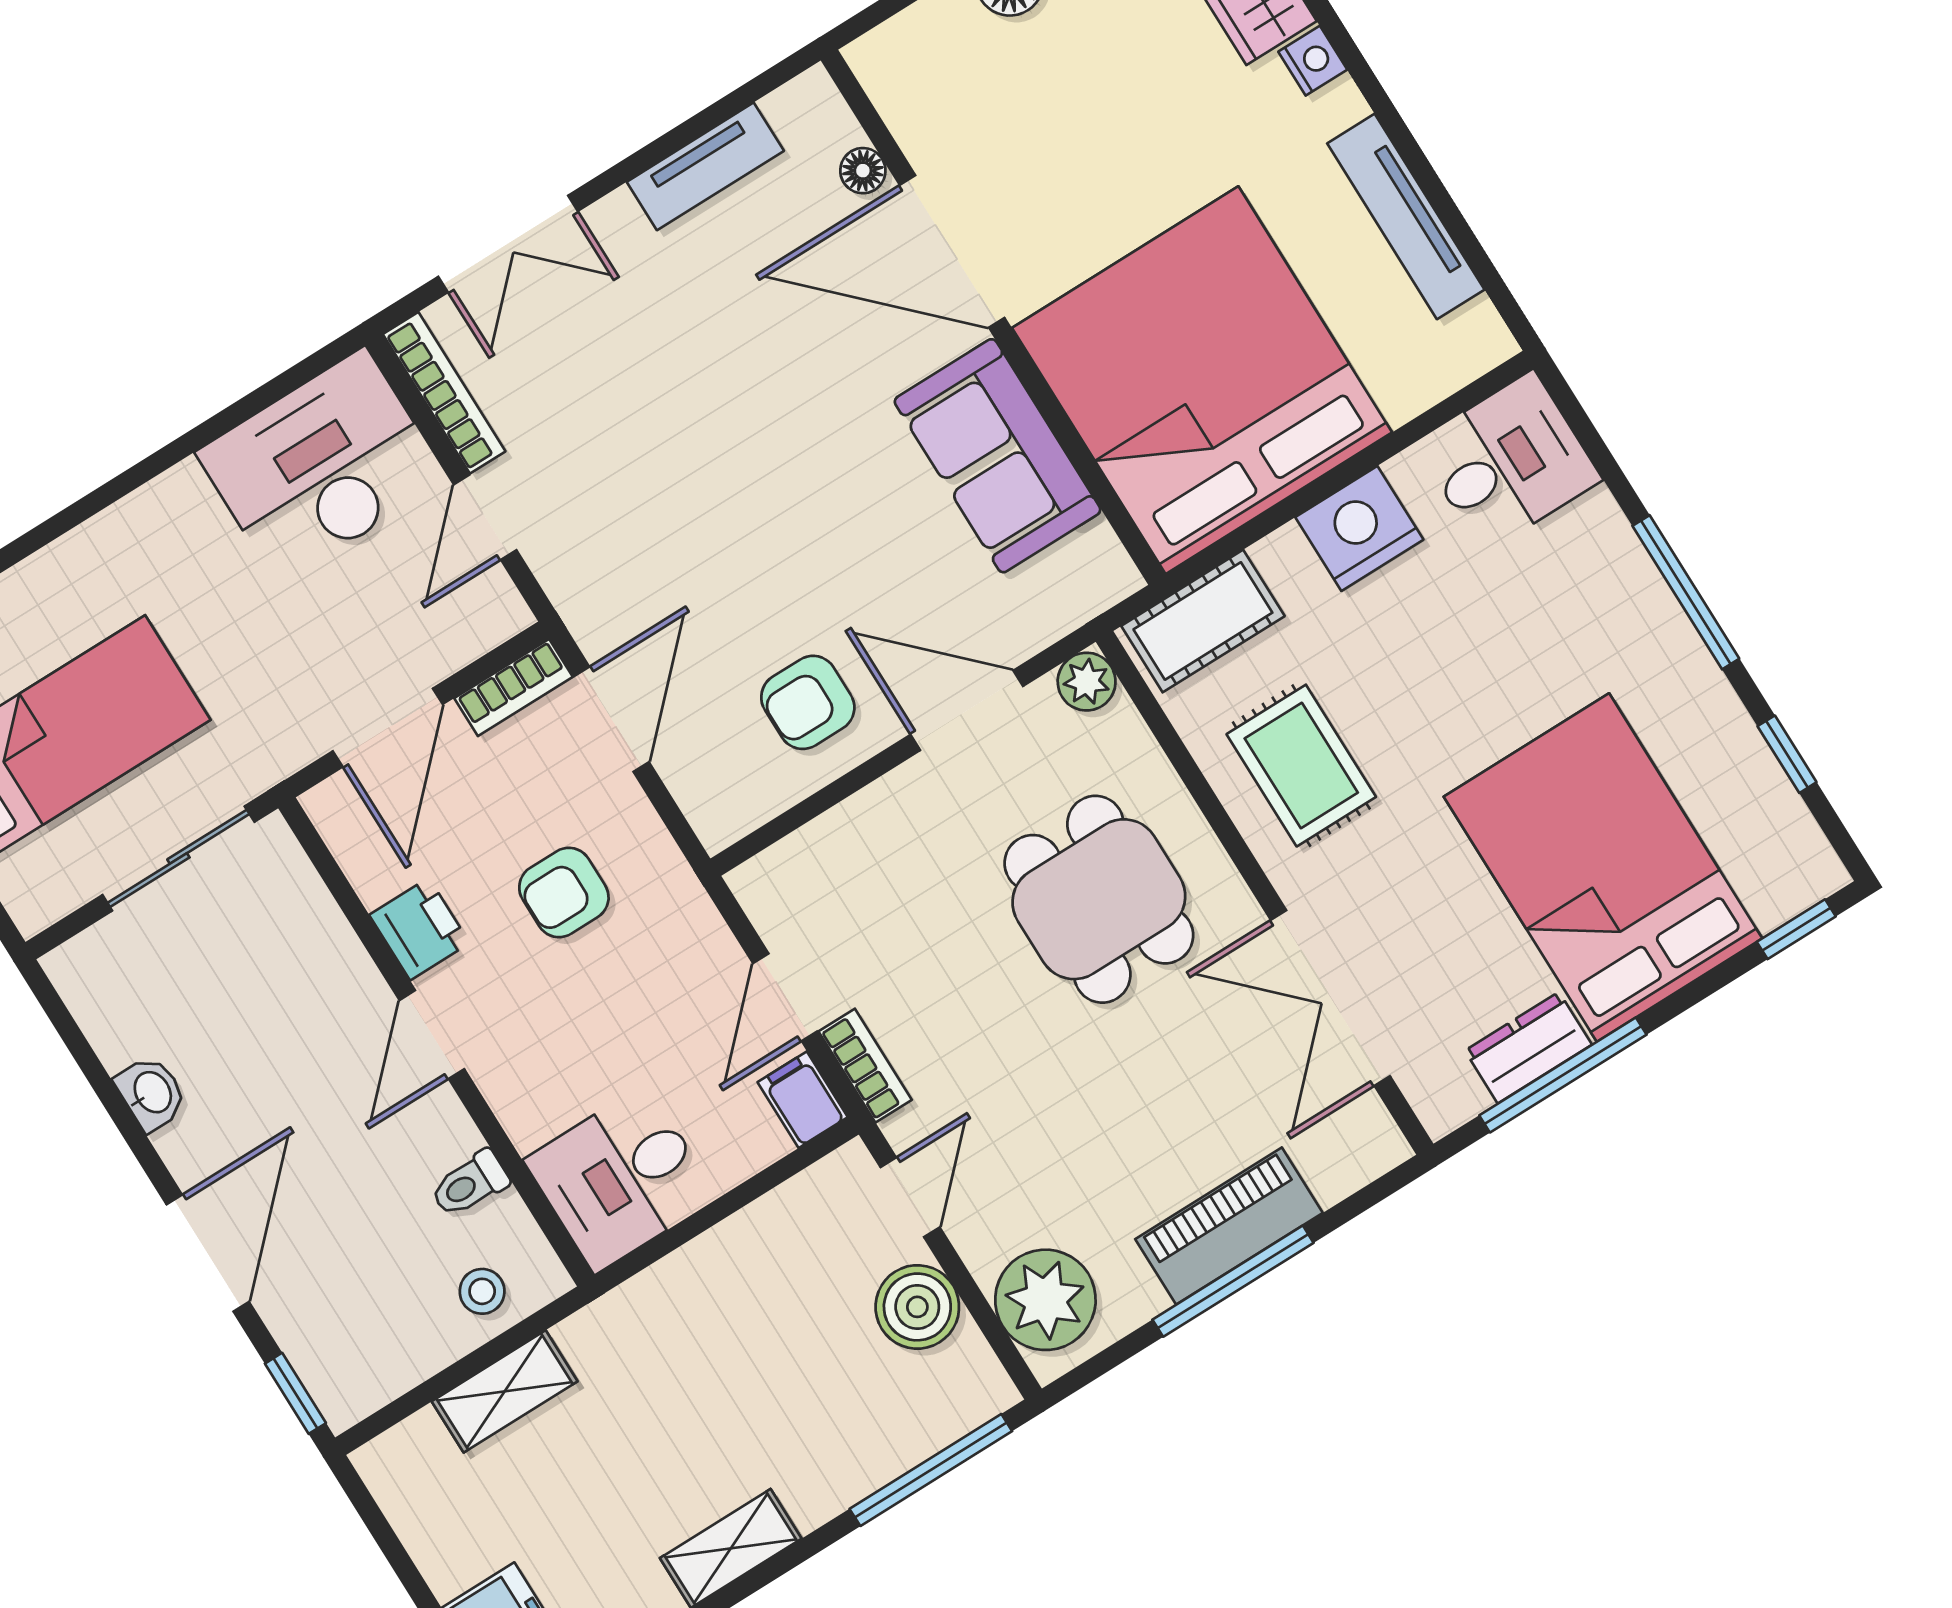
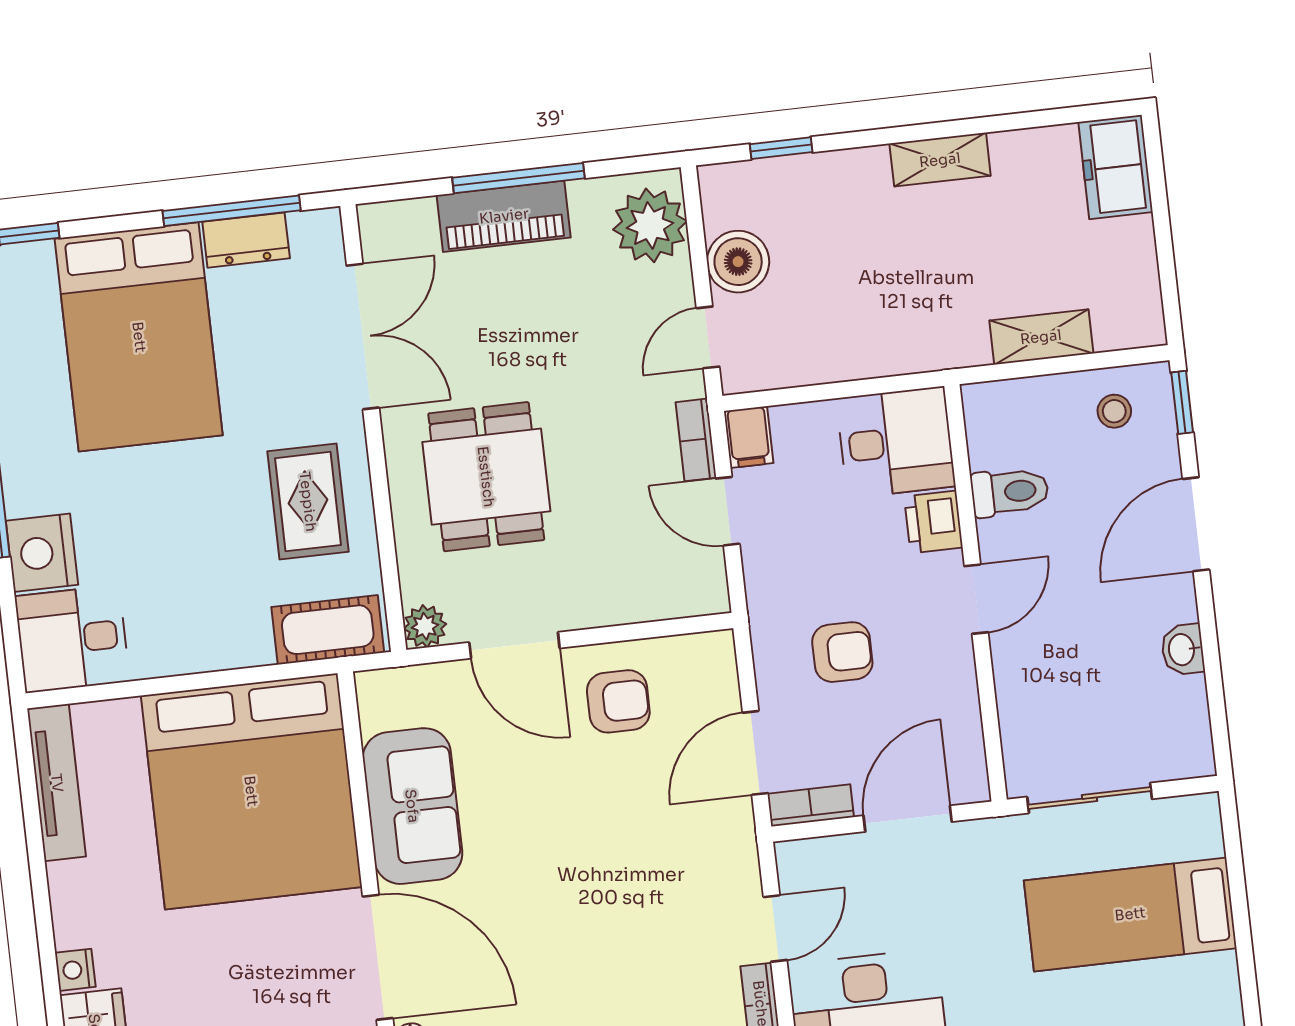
tv unit: (1406, 216) -> (57, 783), moved
nightstand: (1359, 528) -> (42, 553), moved, turned 90
printer: (419, 929) -> (933, 522), moved
door: (785, 997) -> (728, 511), swing flipped
toilet: (470, 1184) -> (1010, 492), width x1.37, depth x1.39
stool: (482, 1291) -> (1114, 411), moved
window: (931, 1470) -> (781, 148), width x0.46

